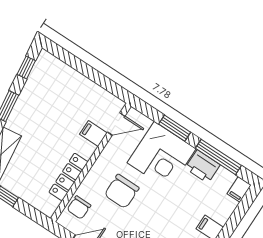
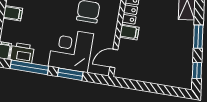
filing cabinet: (93, 134) -> (129, 32), moved
printer: (203, 167) -> (22, 53), moved

